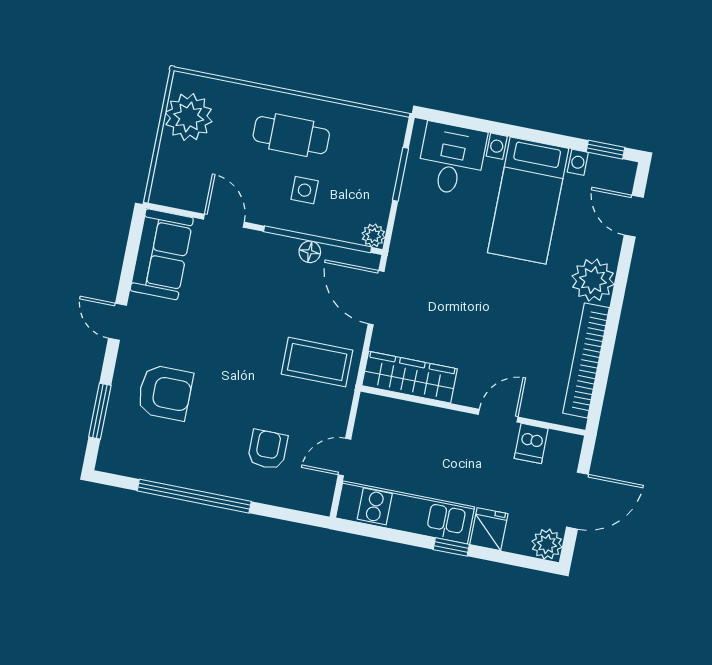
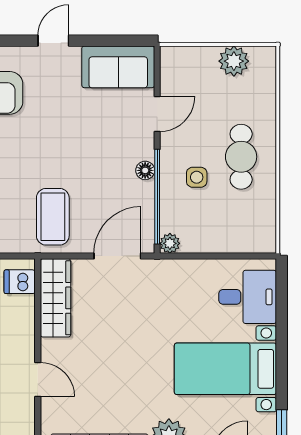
plant: (189, 117) -> (234, 61), width x0.73, depth x0.73
window: (400, 174) -> (226, 256), removed
floor lamp: (310, 252) -> (145, 170), moved
dishwasher: (531, 443) -> (20, 282), moved

